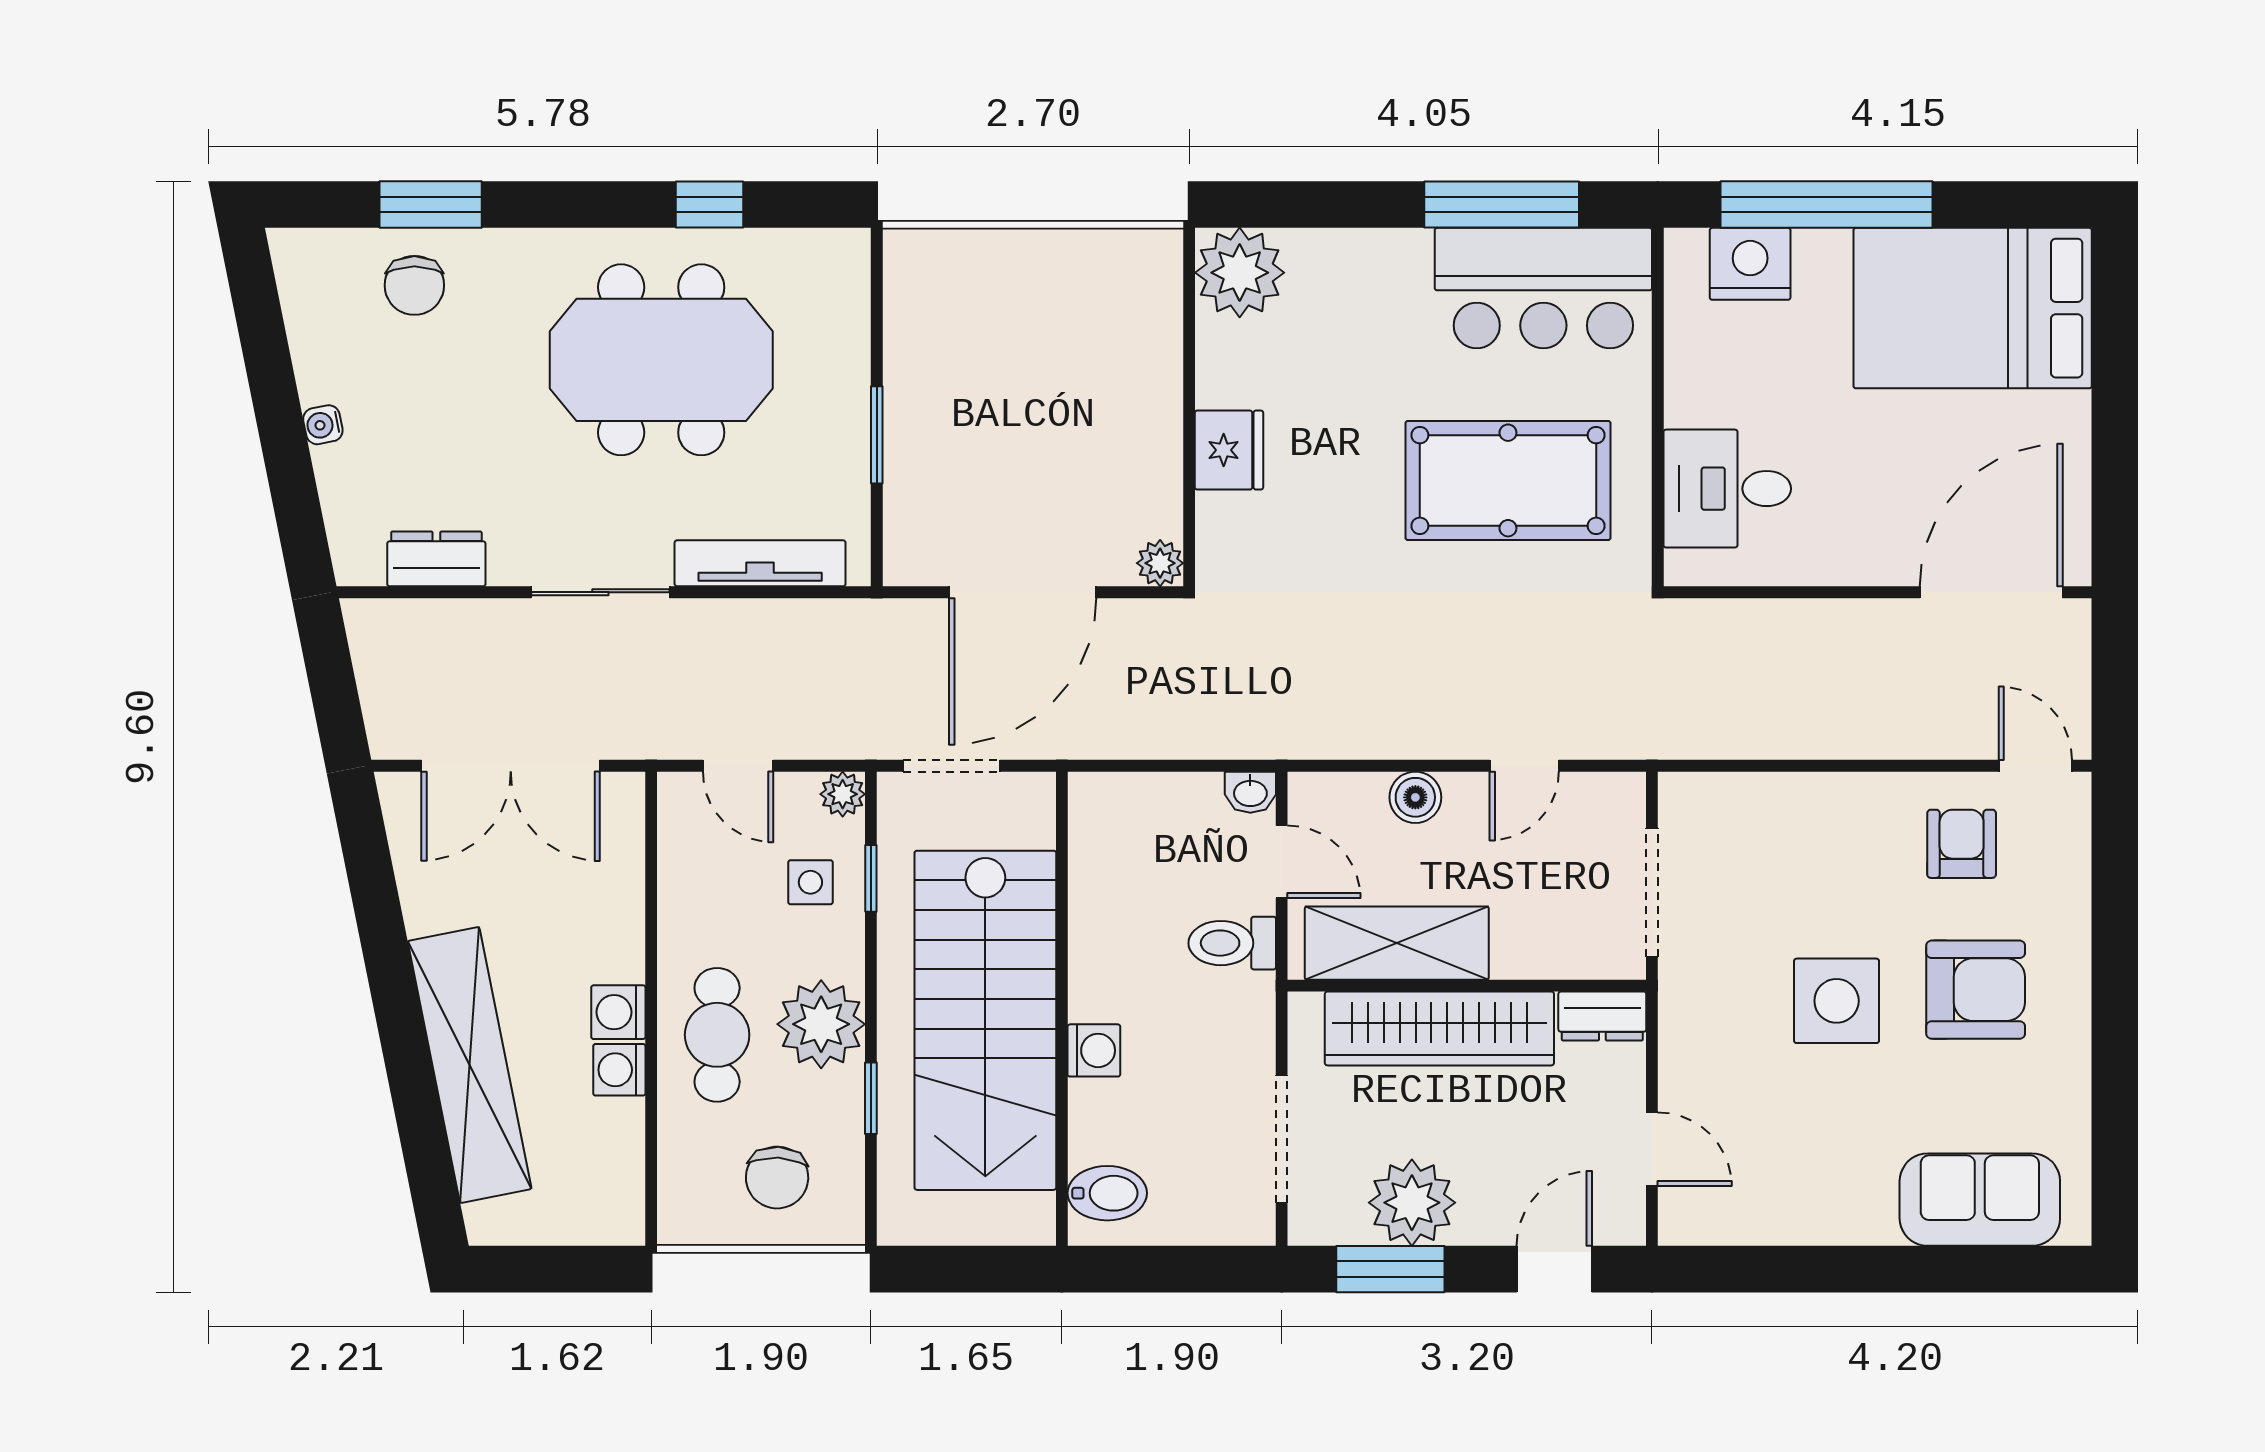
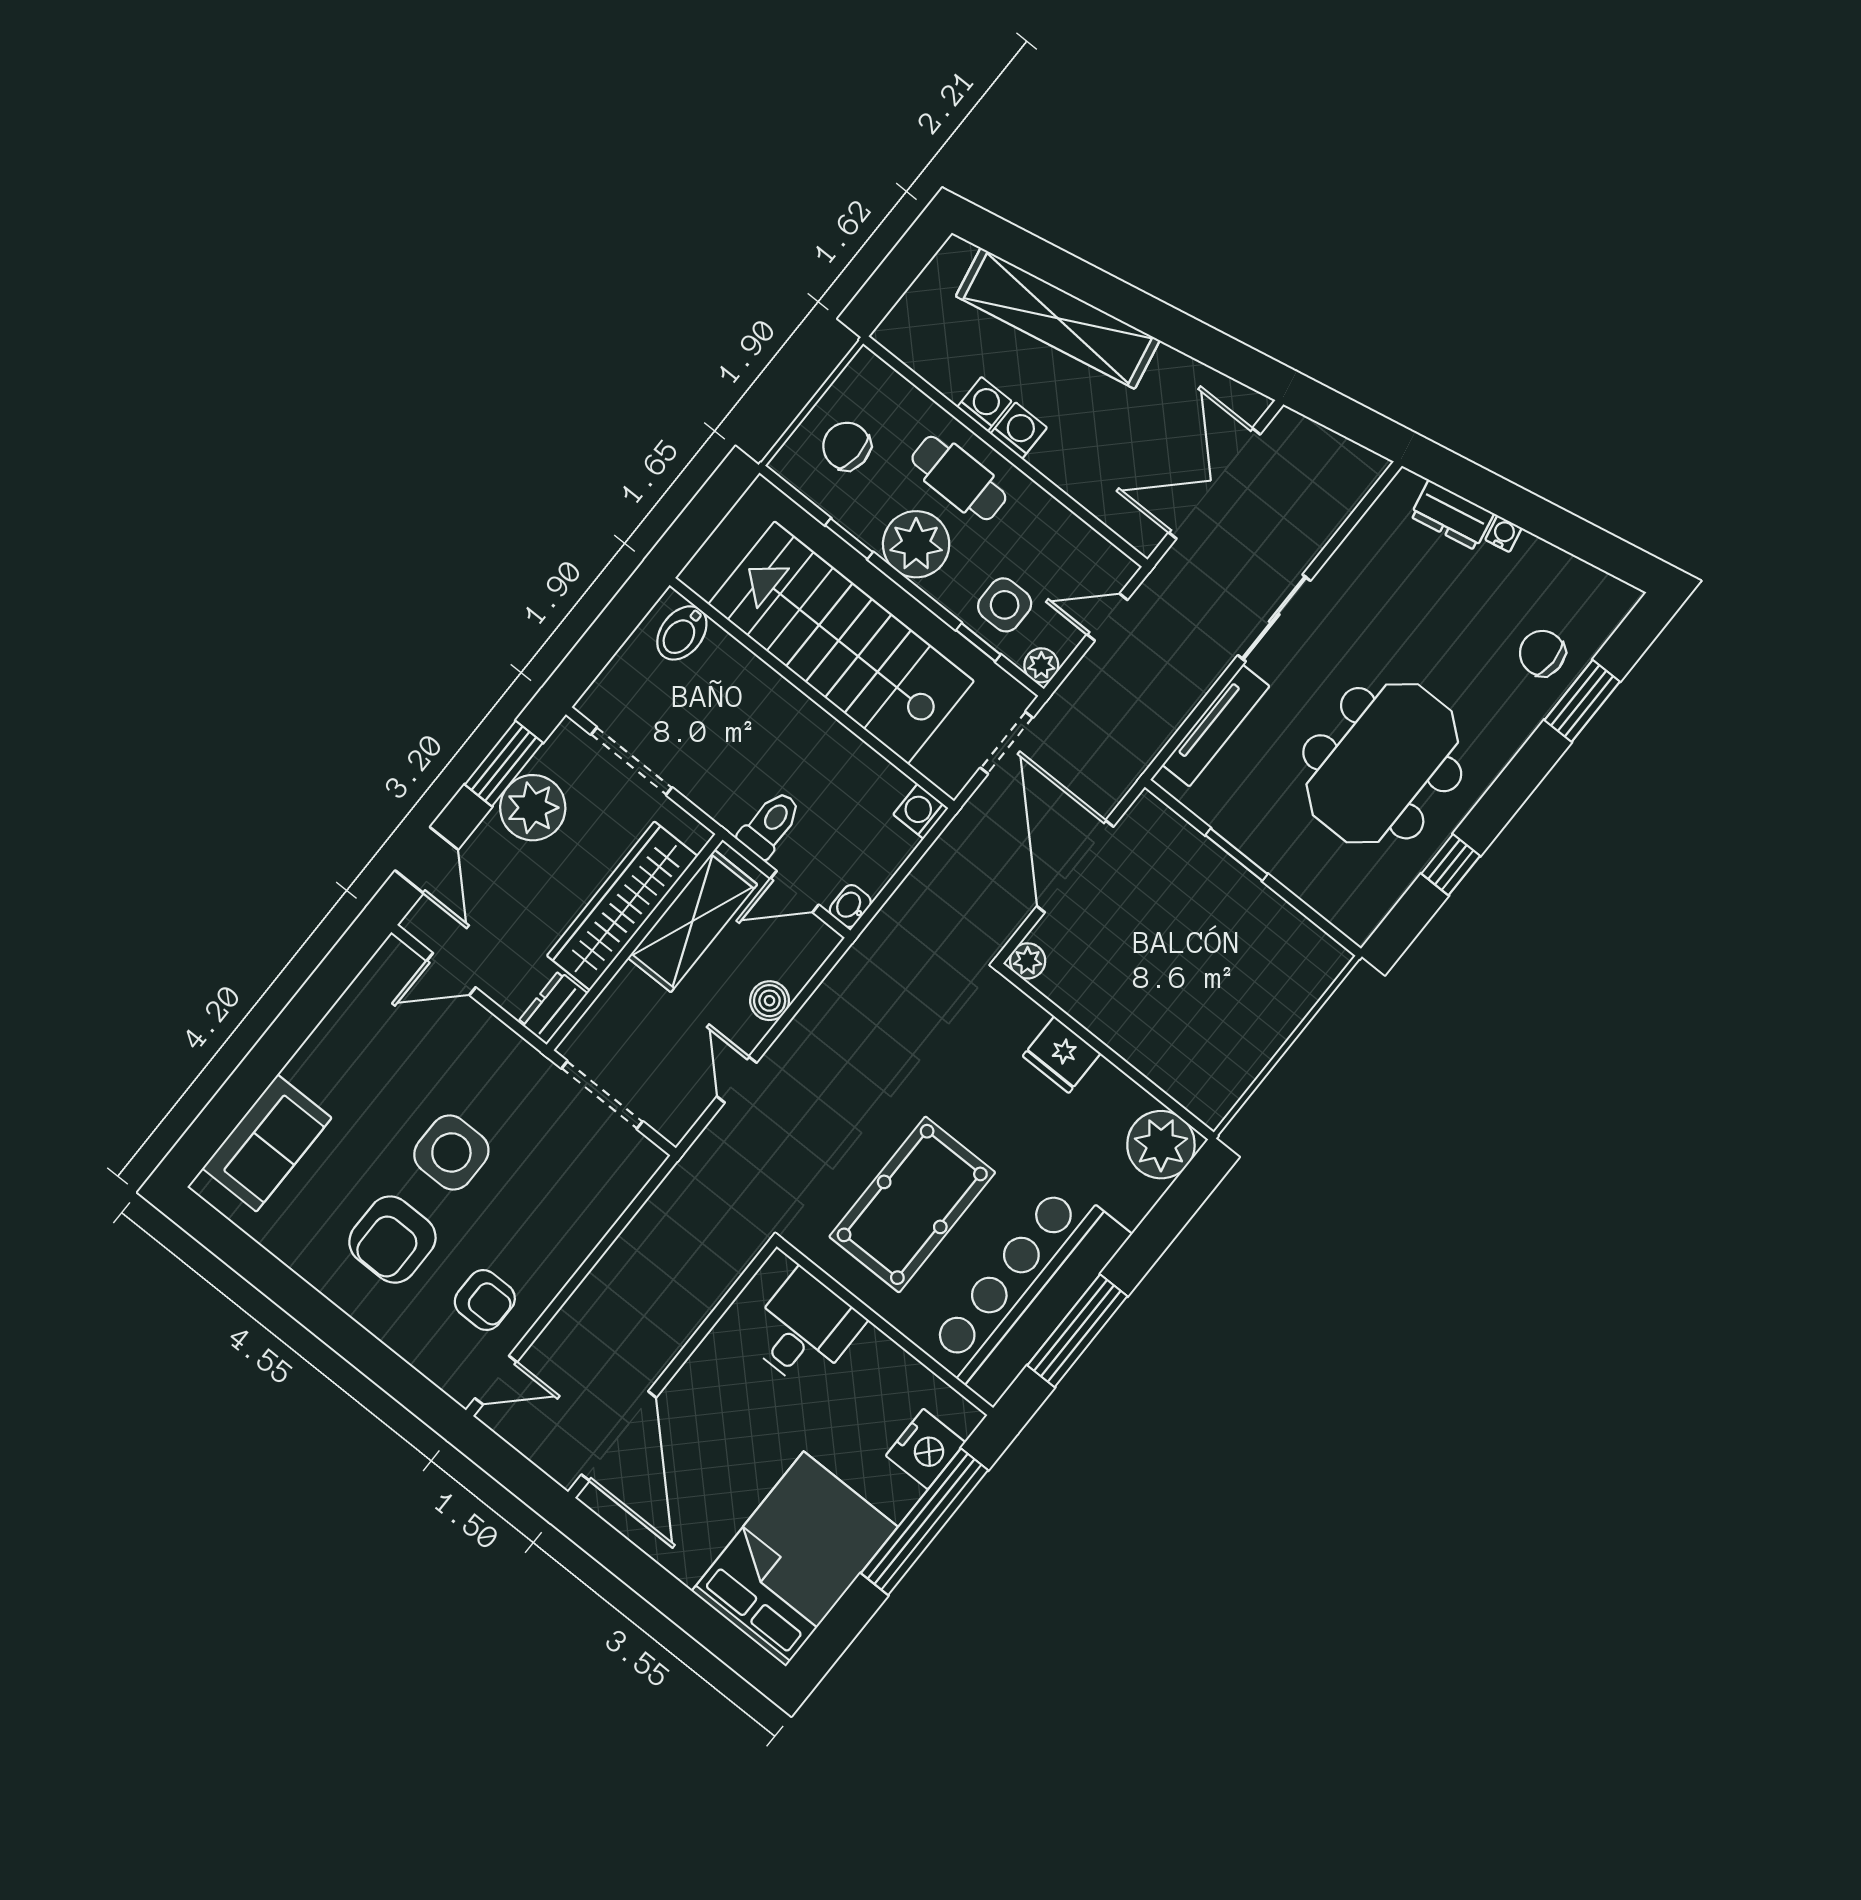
bar counter: (1543, 288) -> (1027, 1293), width x1.36
dresser: (436, 559) -> (1452, 515), moved, turned 79
side table: (810, 882) -> (1005, 605), width x1.37, depth x1.37
washing machine: (1094, 1050) -> (921, 811), moved, turned 90

